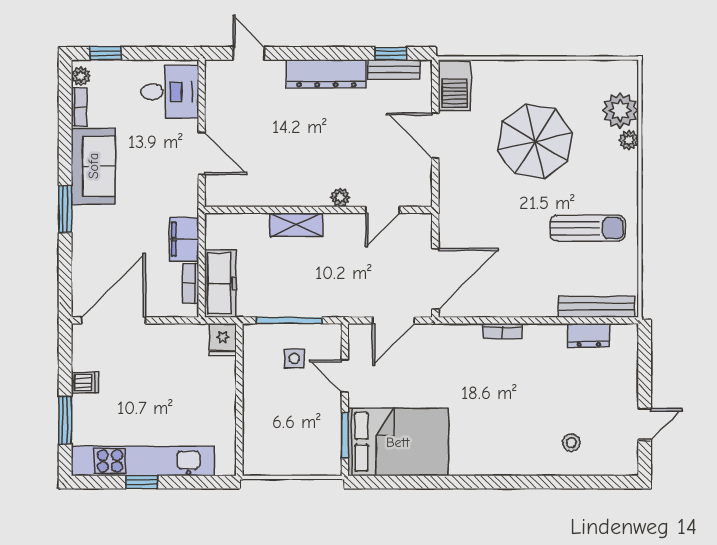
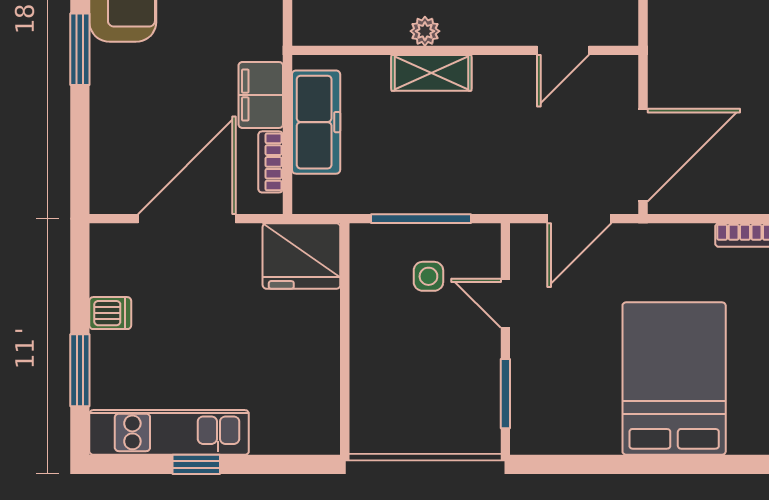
plant: (340, 197) -> (425, 31), moved
freezer: (220, 283) -> (316, 122), moved
door: (113, 320) -> (187, 219), moved
fridge: (223, 340) -> (301, 256), width x1.88, depth x1.34
bed: (398, 442) -> (674, 378), moved, turned -90
kitchen unit: (143, 461) -> (169, 432), width x0.73

